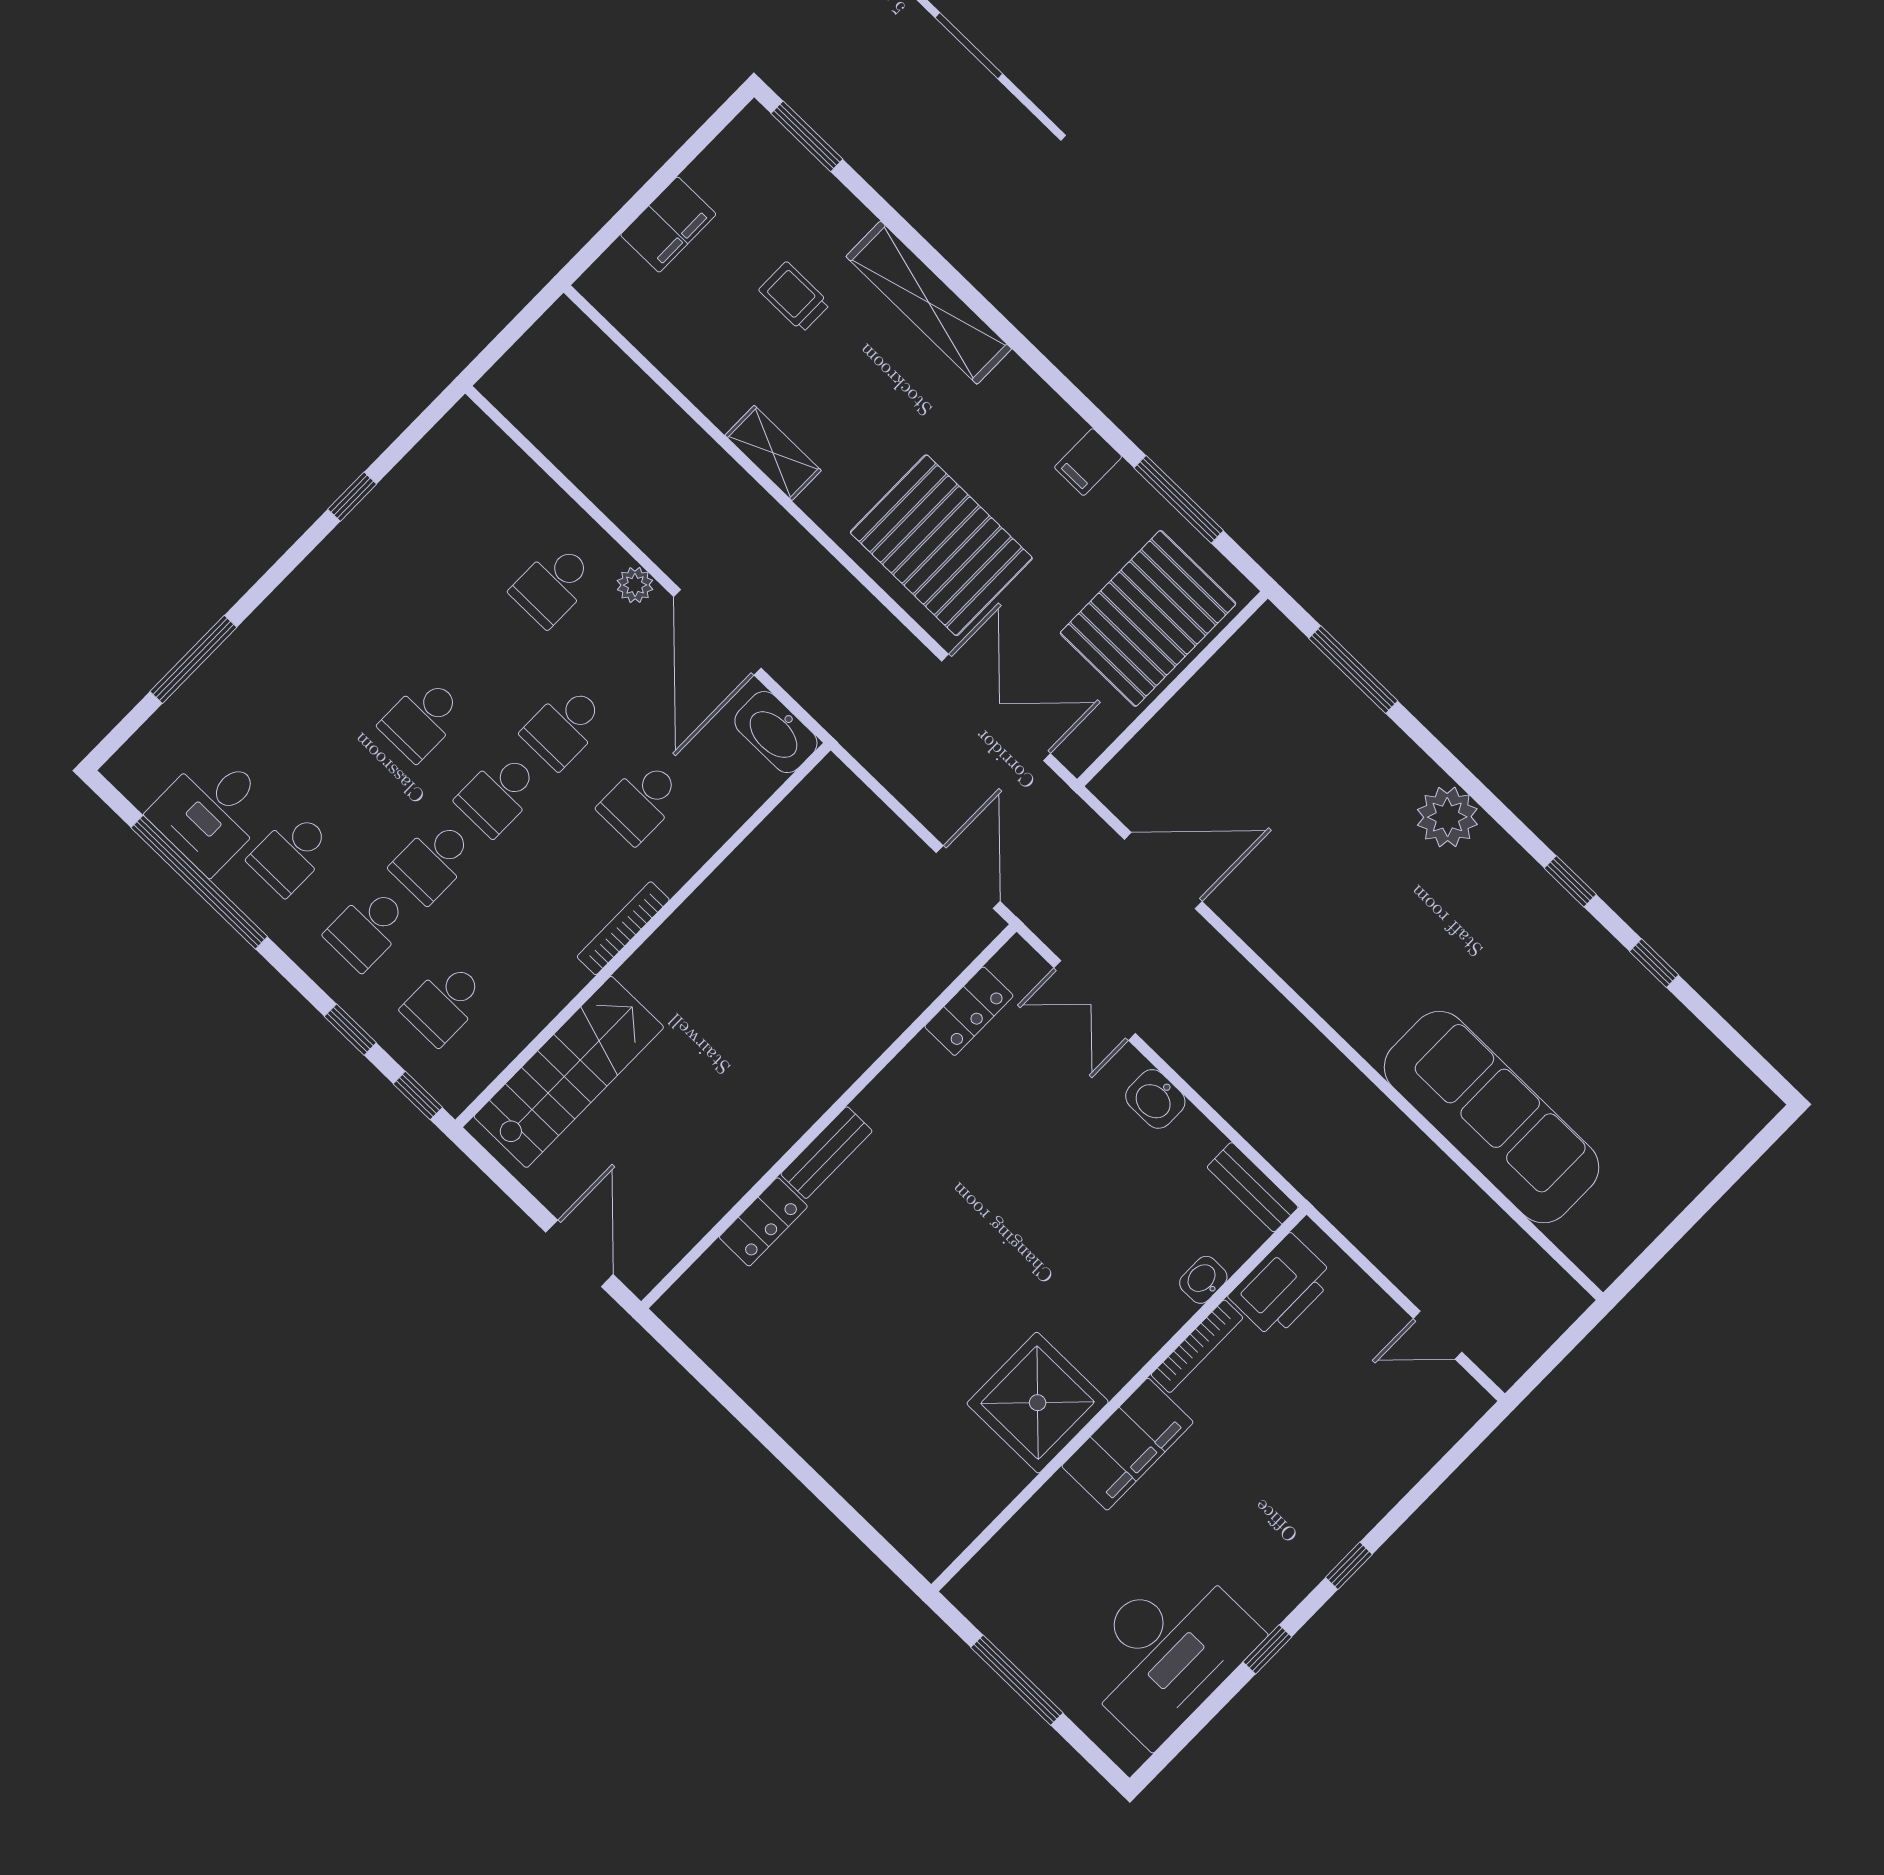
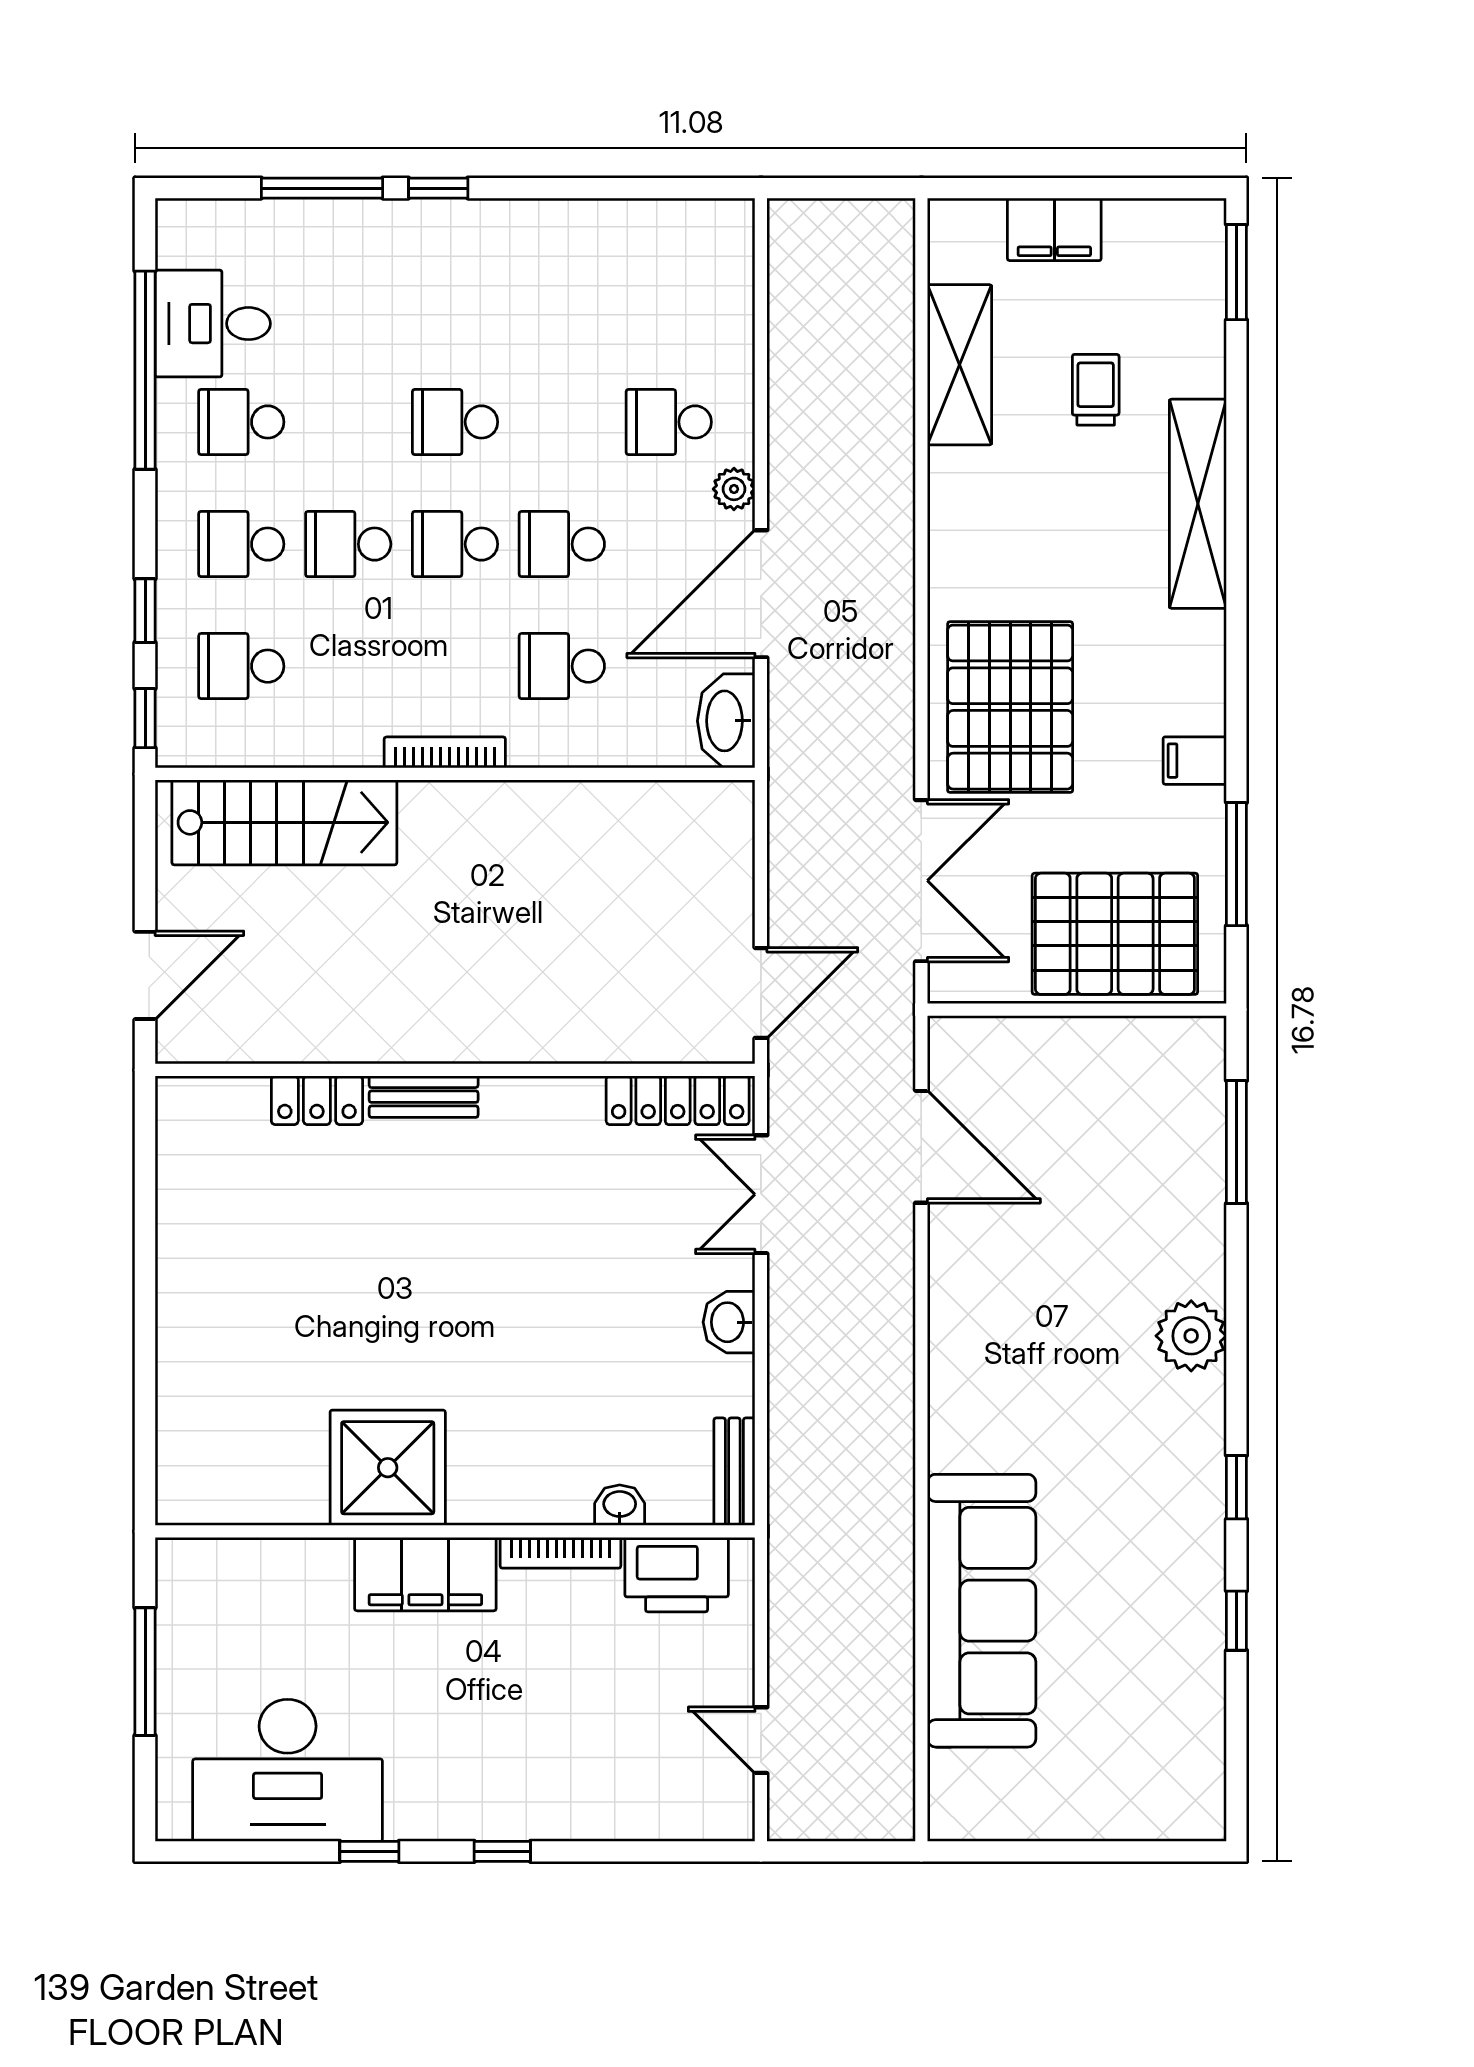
shelving: (773, 453) -> (960, 365), moved, width x1.50, depth x1.33
window: (352, 497) -> (438, 188), moved
locker: (969, 1011) -> (678, 1100), width x1.53

